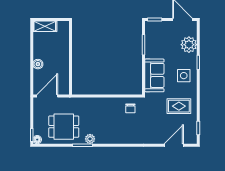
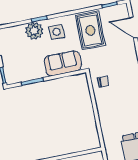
plant: (189, 45) -> (34, 31), moved
rug: (179, 106) -> (90, 30), width x1.36, depth x1.43

